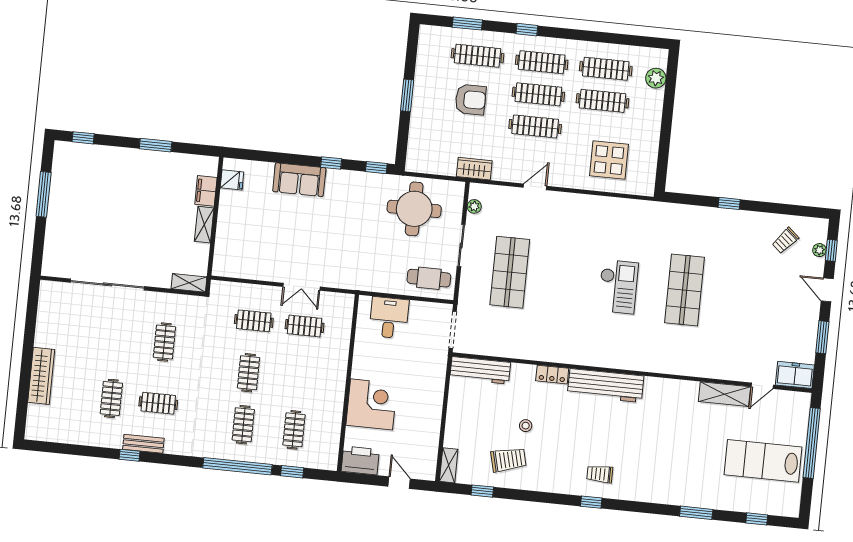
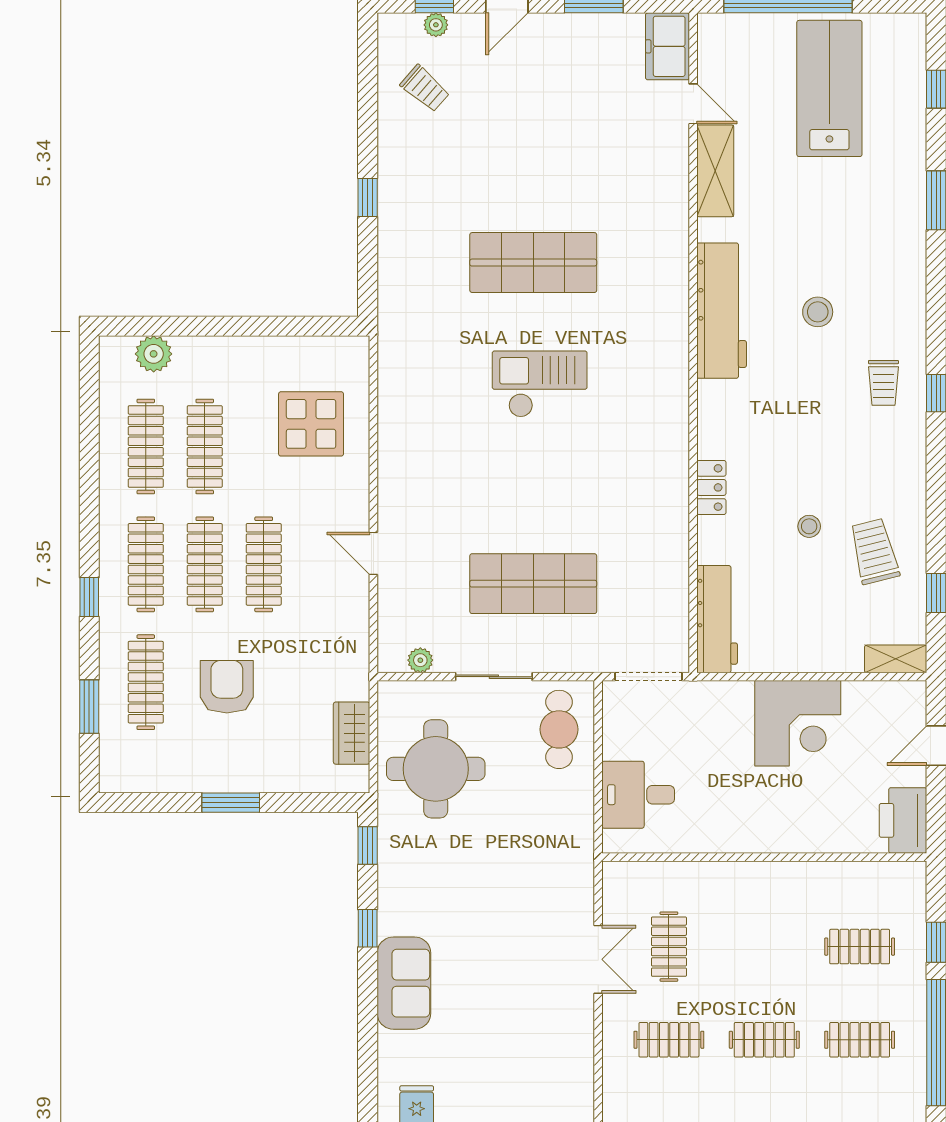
wardrobe: (474, 169) -> (352, 733), moved
clothes rail: (254, 321) -> (669, 1040), turned 90
workbench: (606, 386) -> (722, 311), moved
corner desk: (371, 404) -> (798, 723), moved, turned 180
stool: (642, 442) -> (818, 312), added
lab bench: (763, 461) -> (829, 88), turned 180

